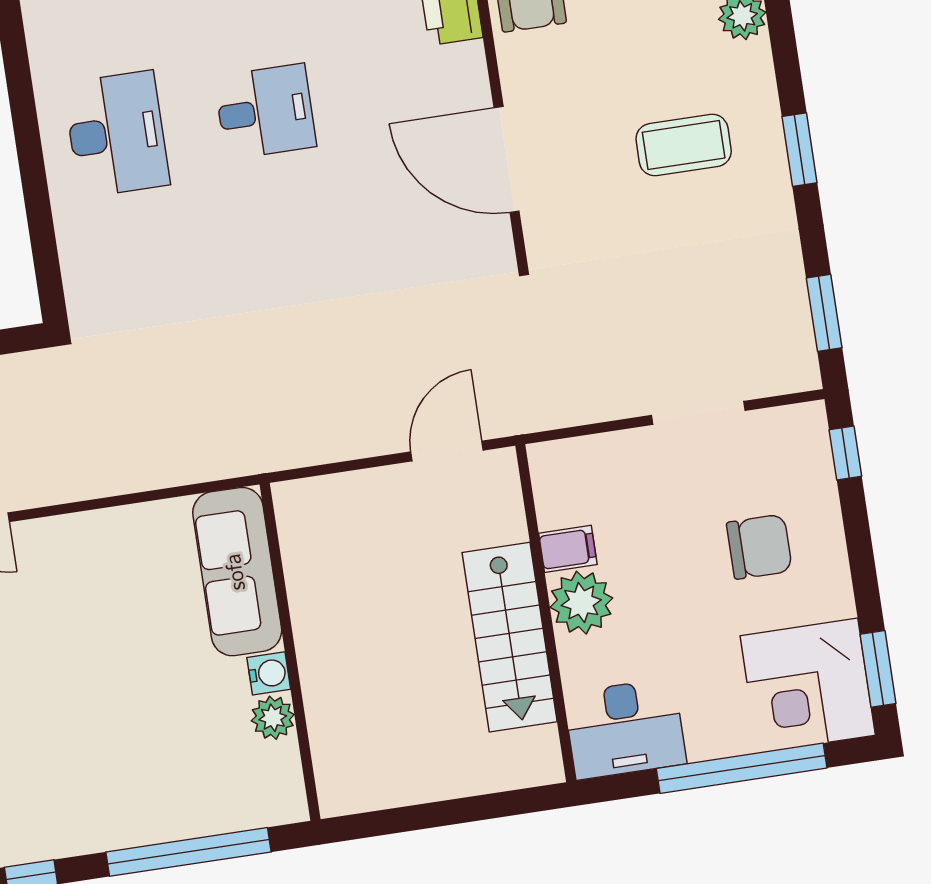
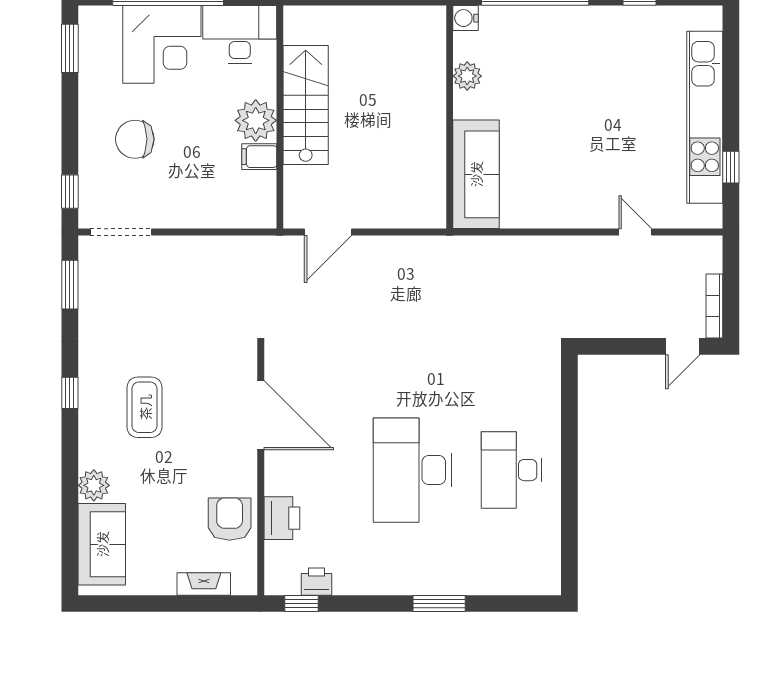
desk: (265, 112) -> (413, 470), width x1.87, depth x1.30
coffee table: (684, 145) -> (145, 407), turned 90
window: (799, 150) -> (70, 393), width x0.67
doorway: (698, 413) -> (121, 232), moved
water cooler: (269, 673) -> (465, 18), moved
corner desk: (808, 685) -> (162, 44), moved, turned 90

